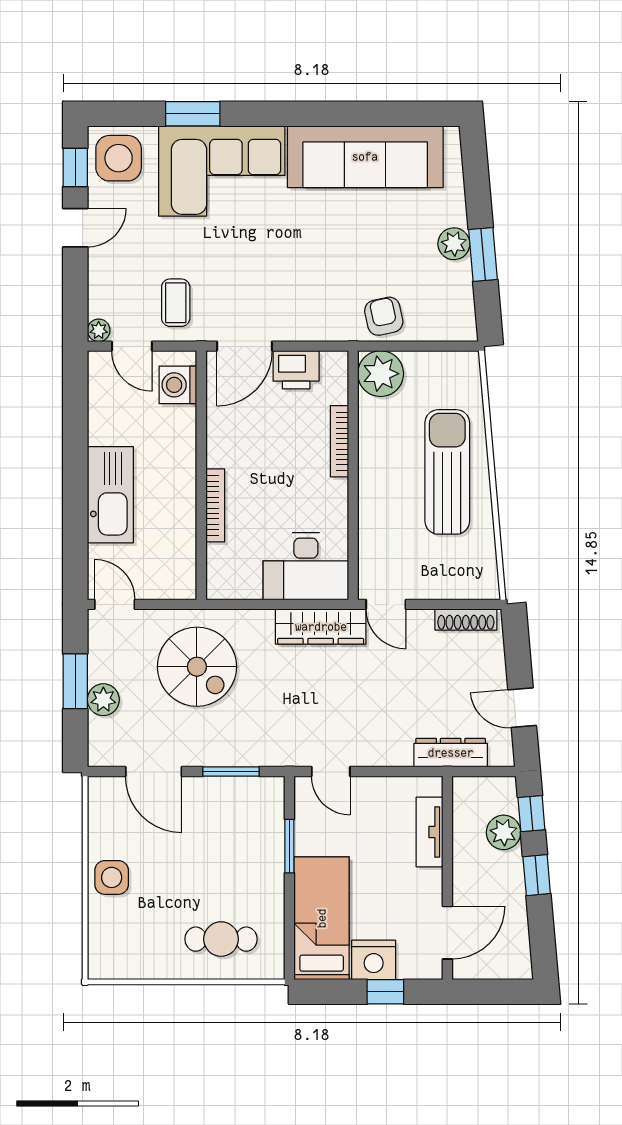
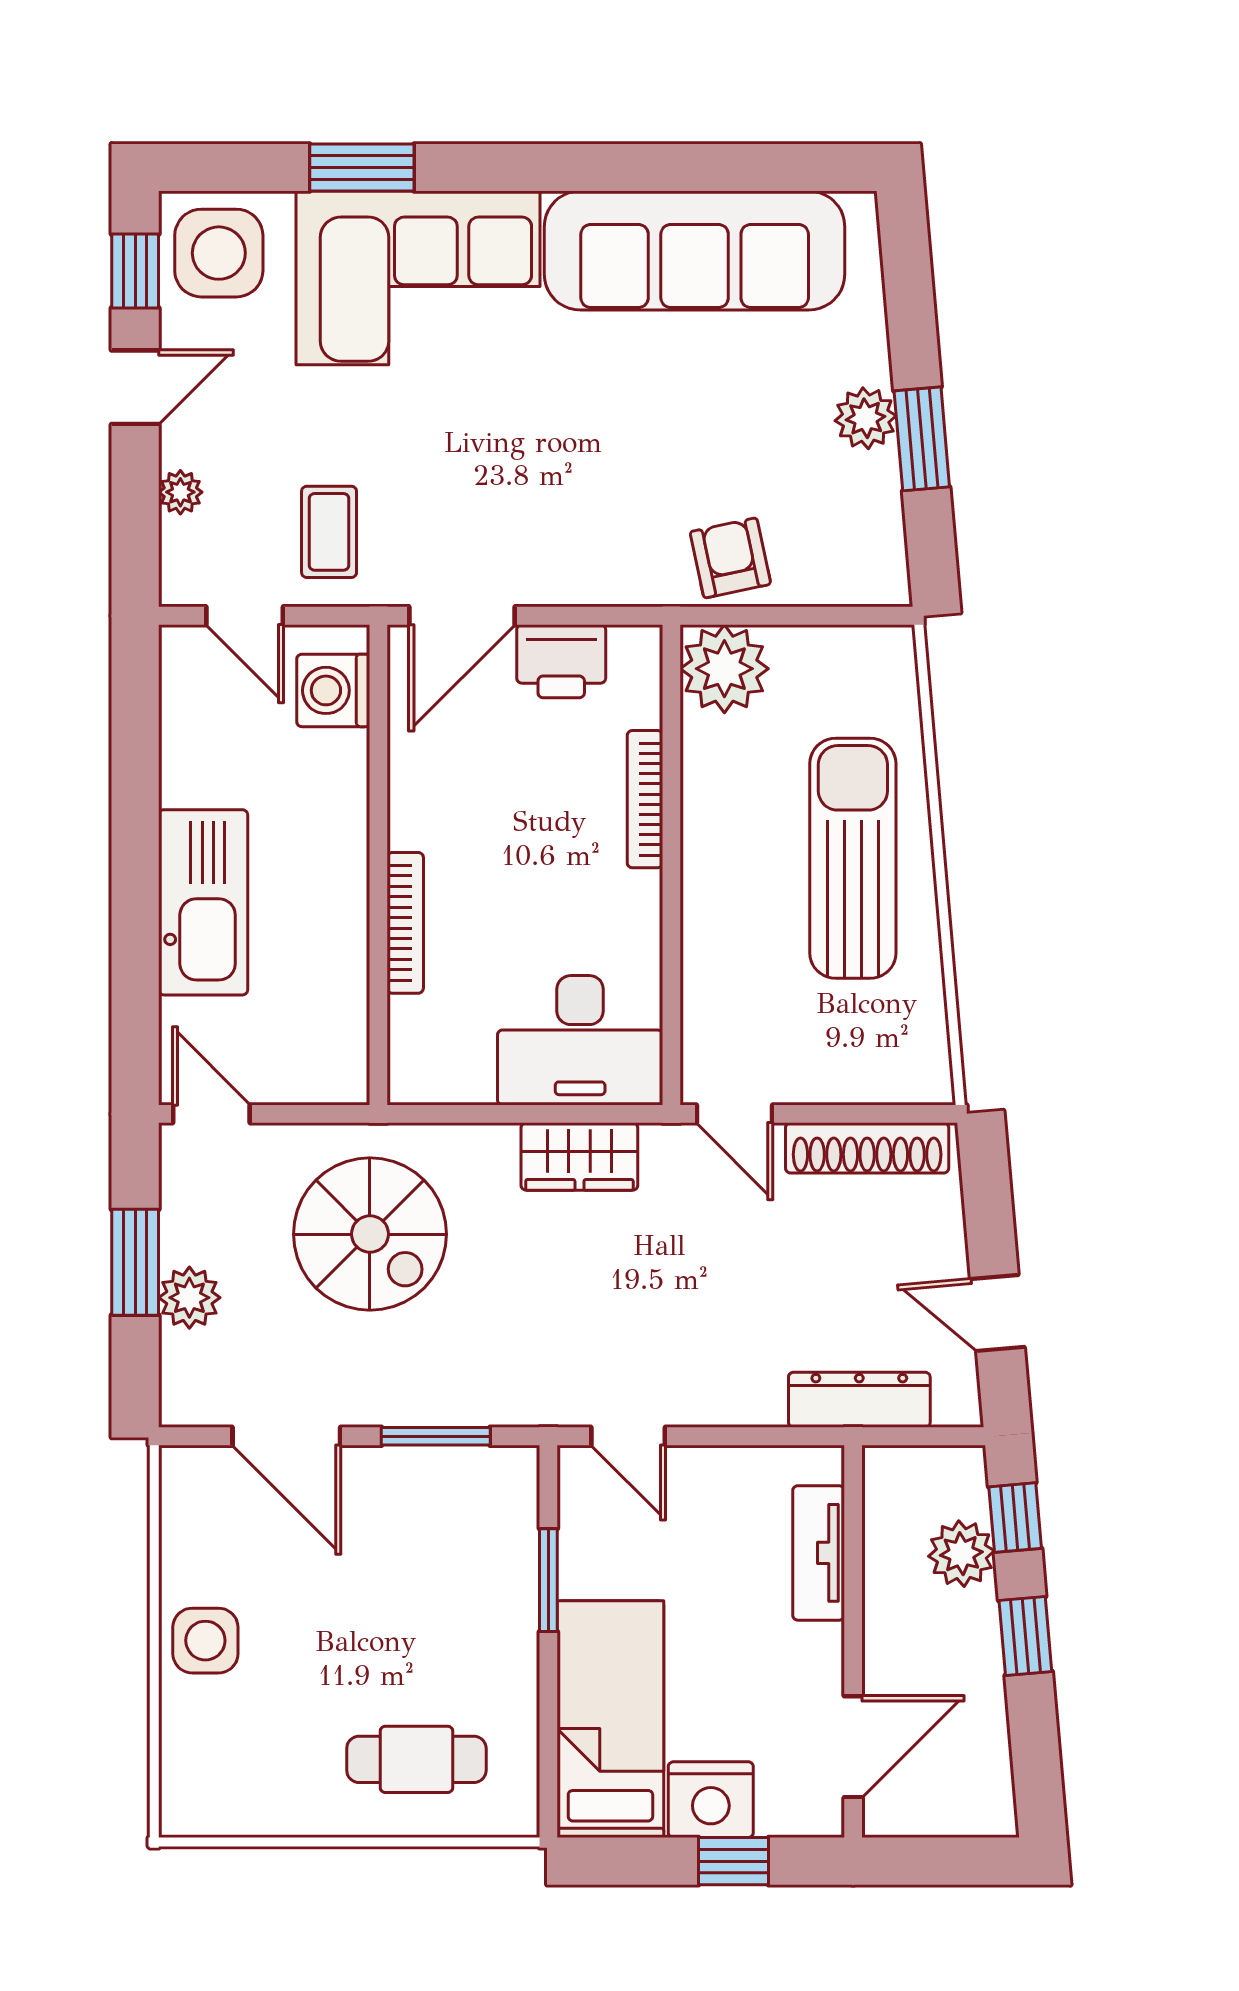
plant: (99, 330) -> (180, 492), moved
shoe rack: (466, 620) -> (867, 1148), width x1.36, depth x1.24
wardrobe: (321, 627) -> (579, 1157), width x0.67

